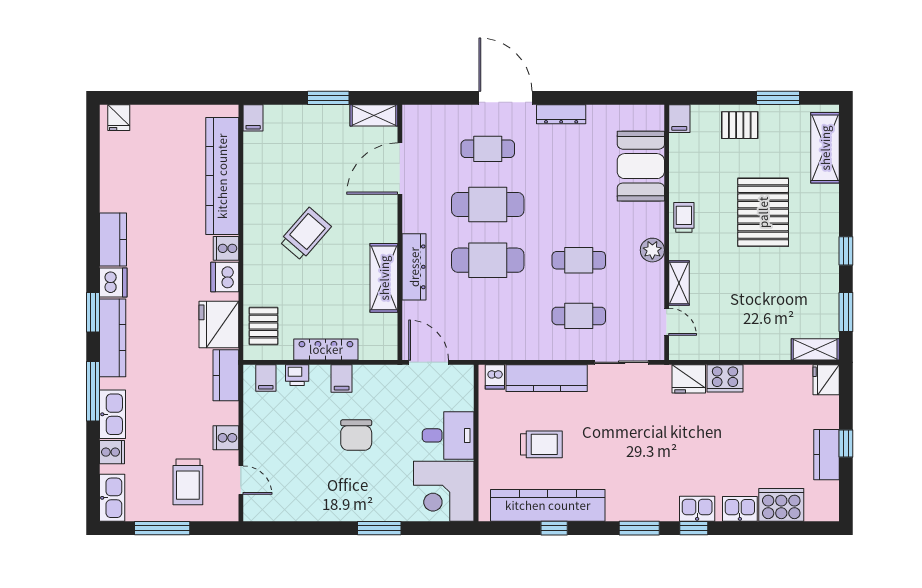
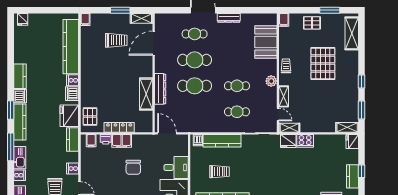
trolley: (305, 234) -> (116, 40), moved, turned 49
shelving: (691, 350) -> (289, 128), added
filing cabinet: (342, 378) -> (122, 141), width x2.00

